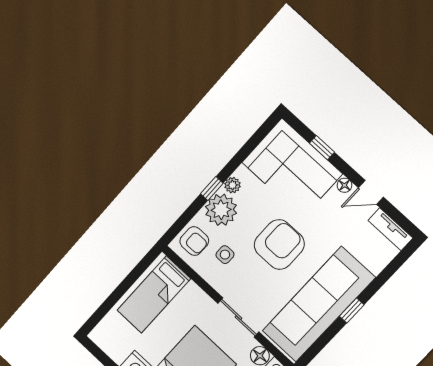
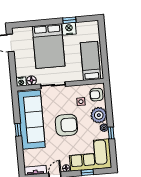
window: (212, 189) -> (111, 133), moved
armchair: (279, 245) -> (66, 125), turned -90

